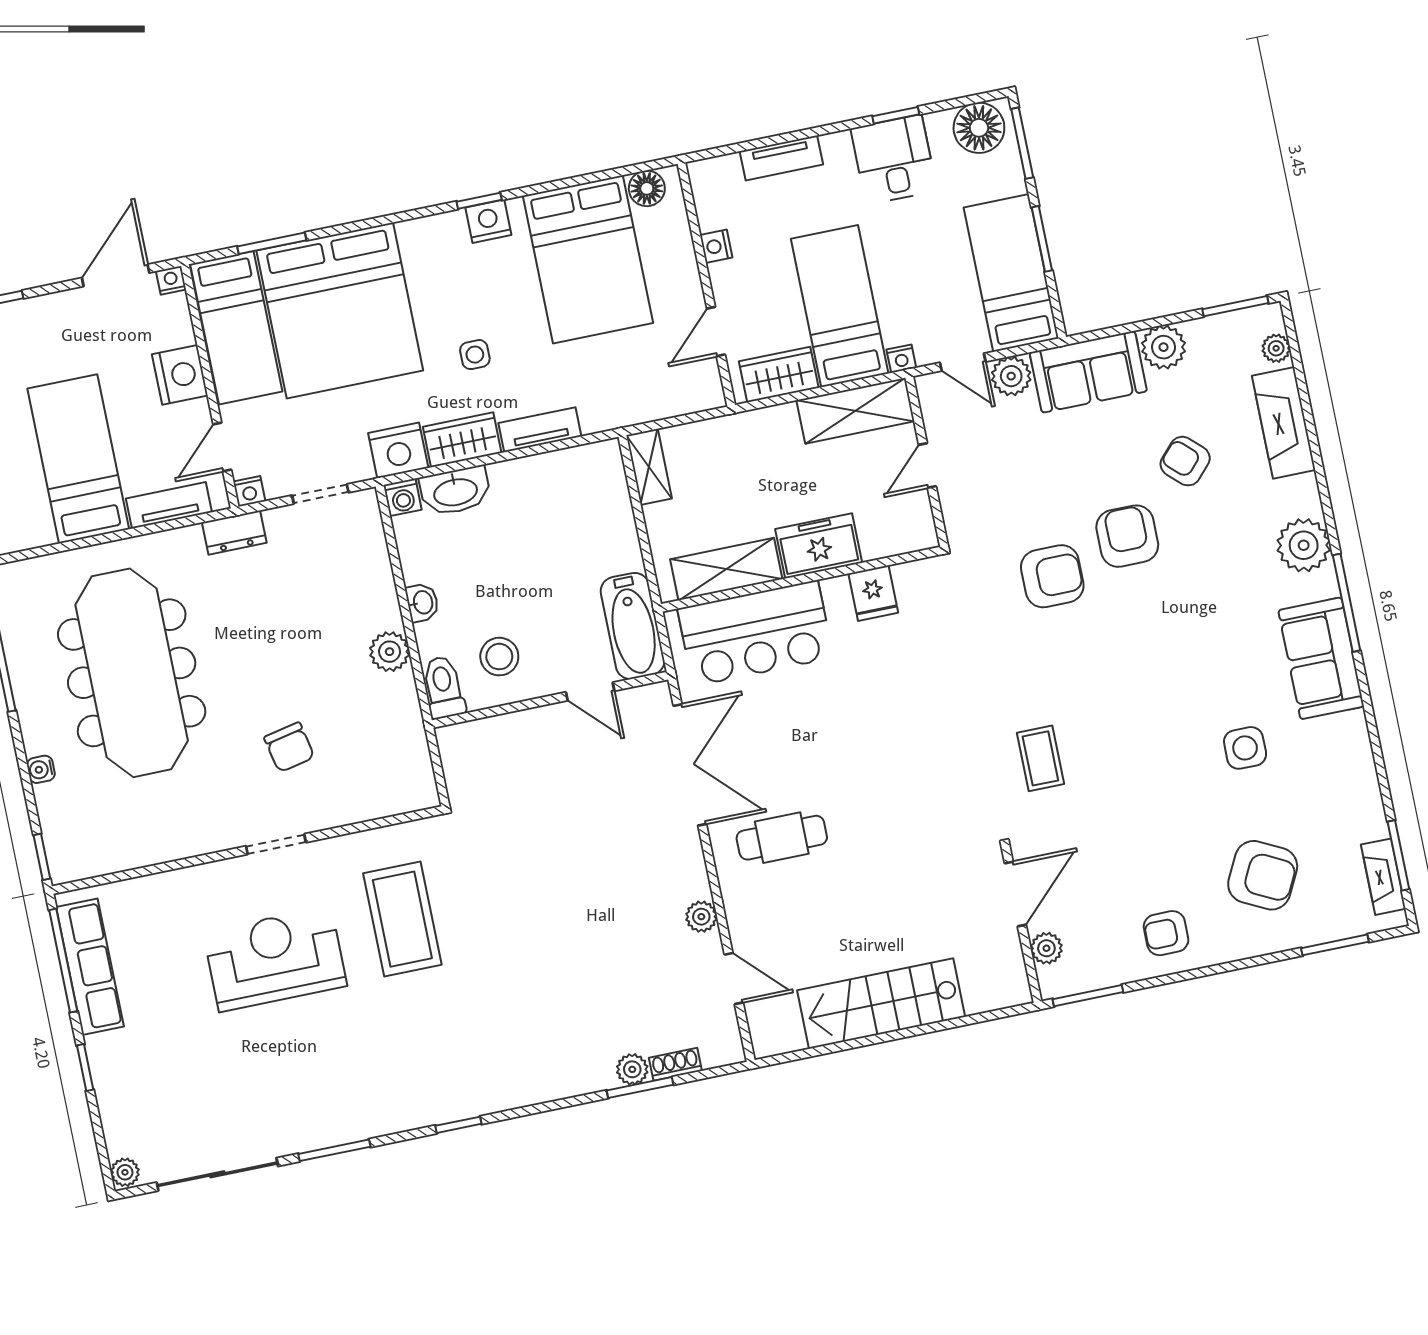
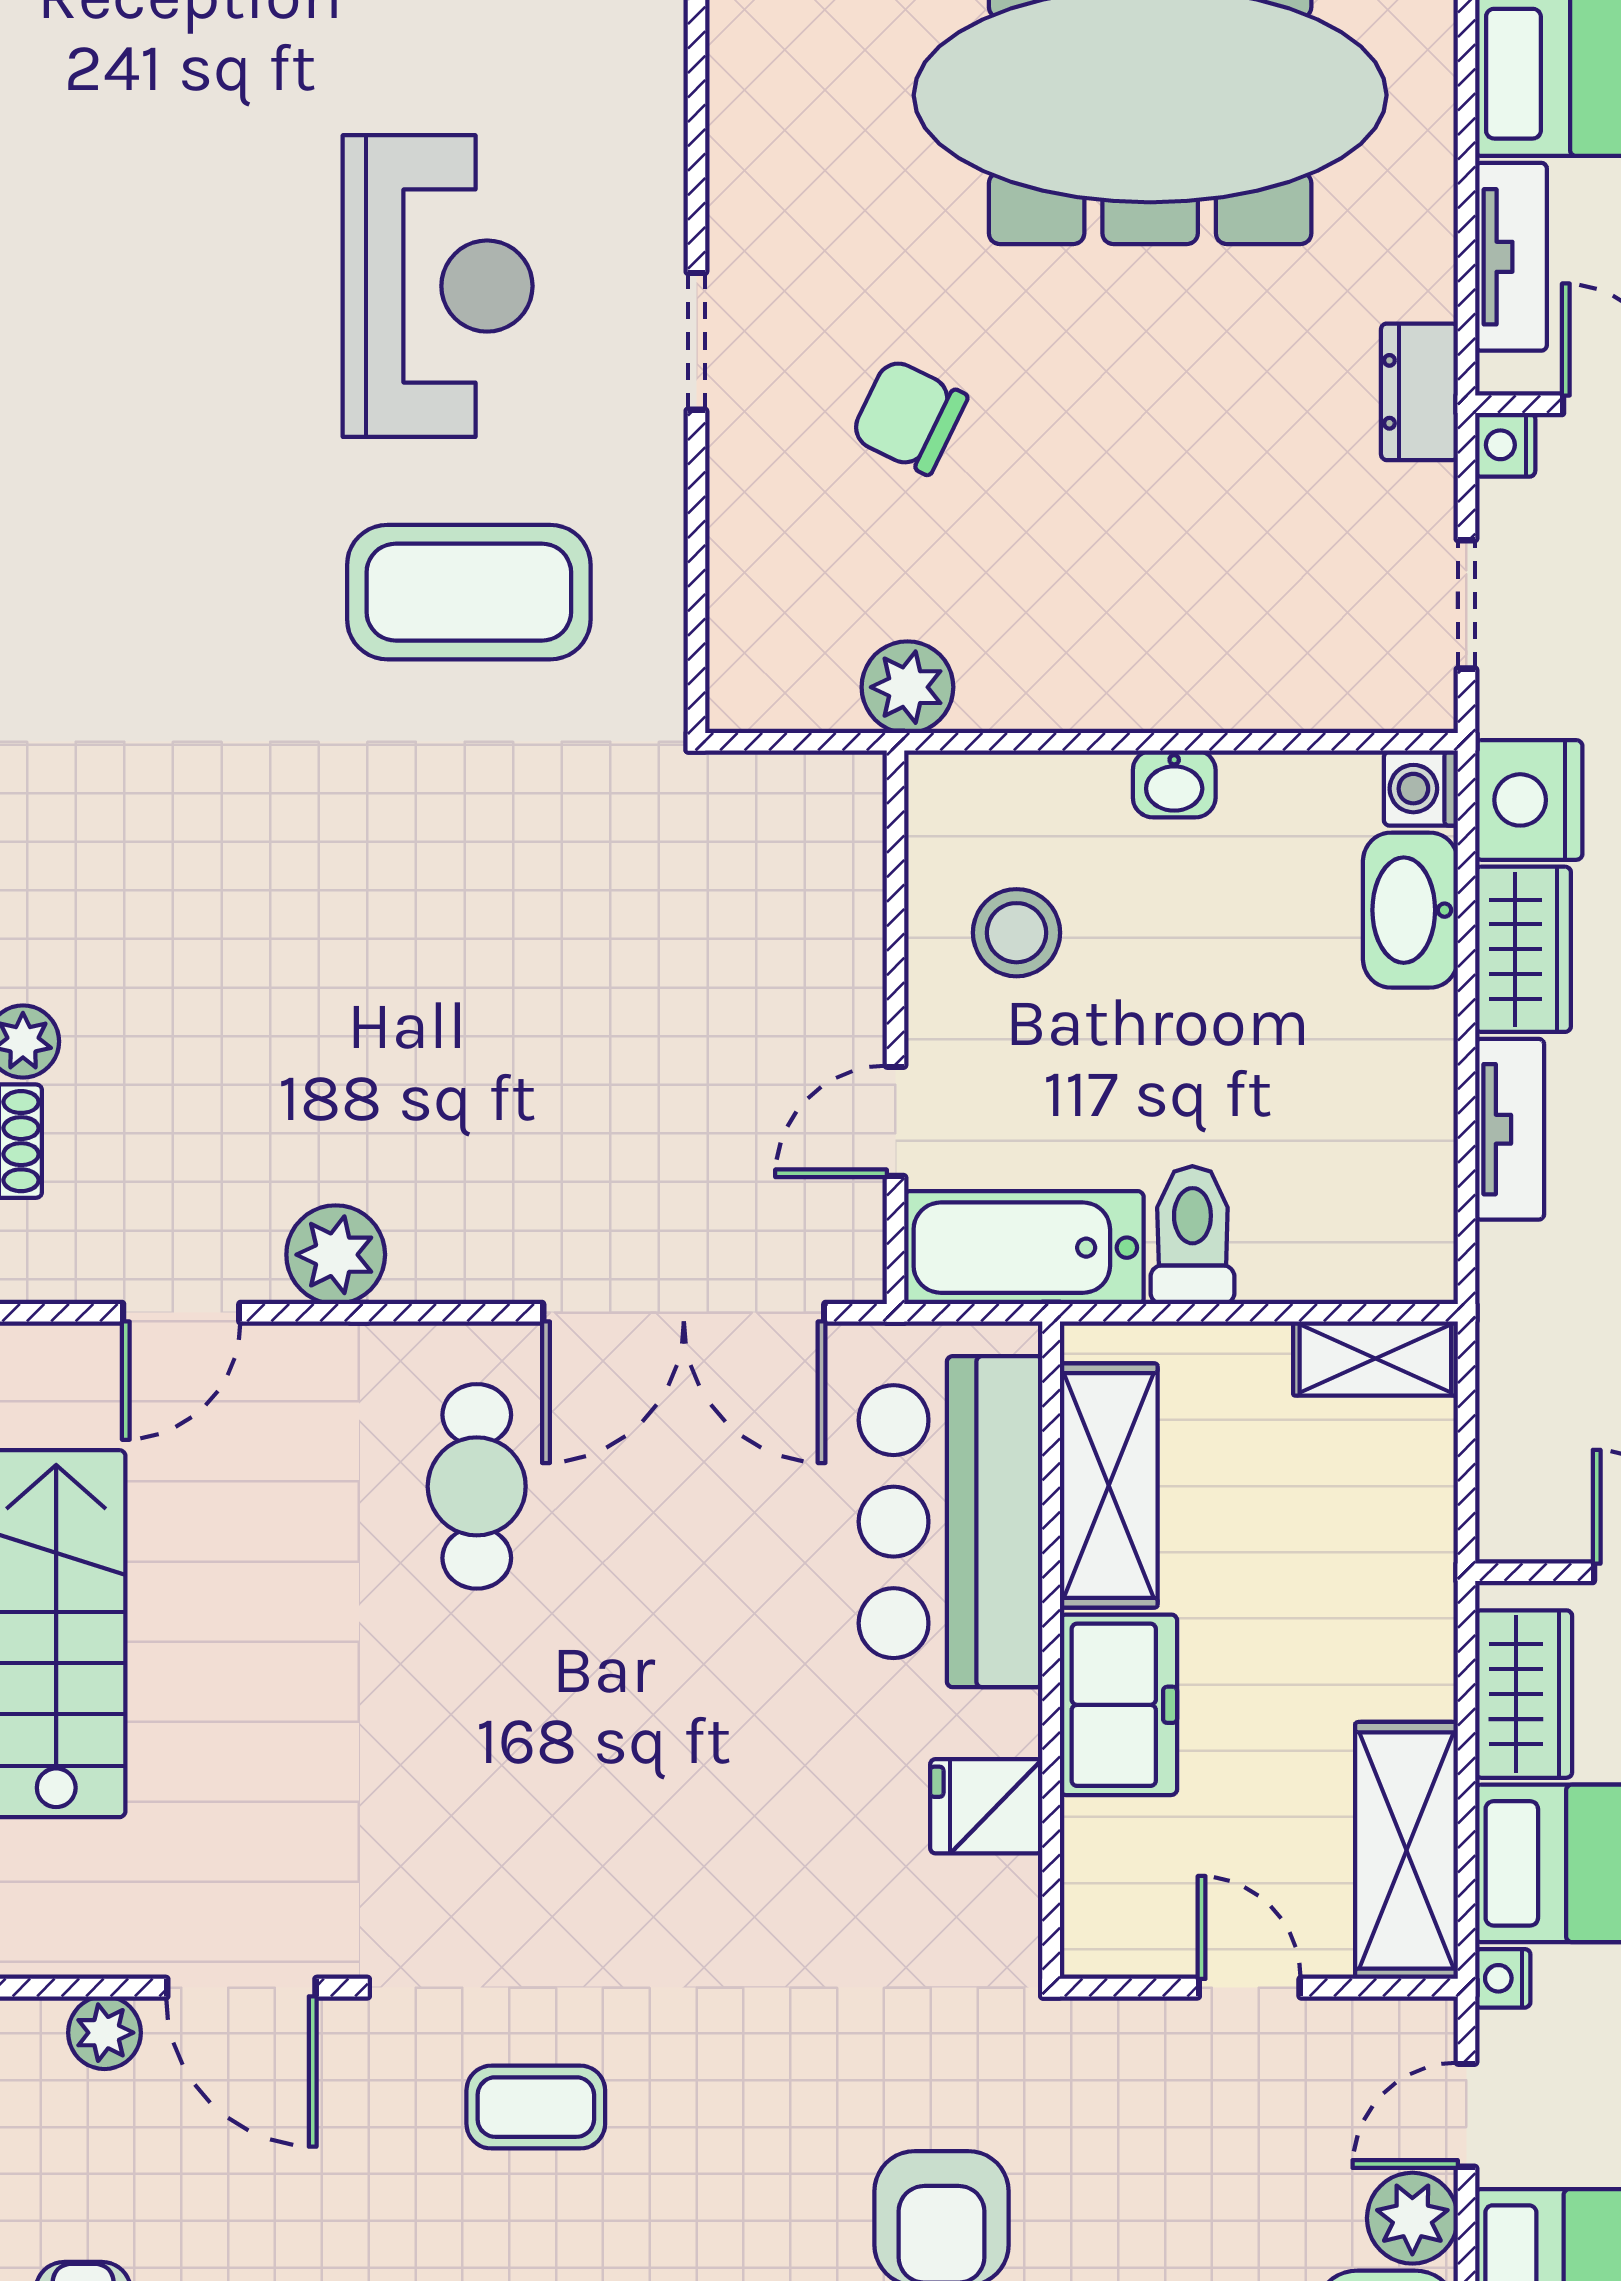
plant: (390, 652) -> (907, 687), moved
toilet: (443, 687) -> (1192, 1235), moved, turned -90
chair: (289, 747) -> (909, 417), turned 38
plant: (701, 917) -> (336, 1255), width x1.38, depth x1.38

